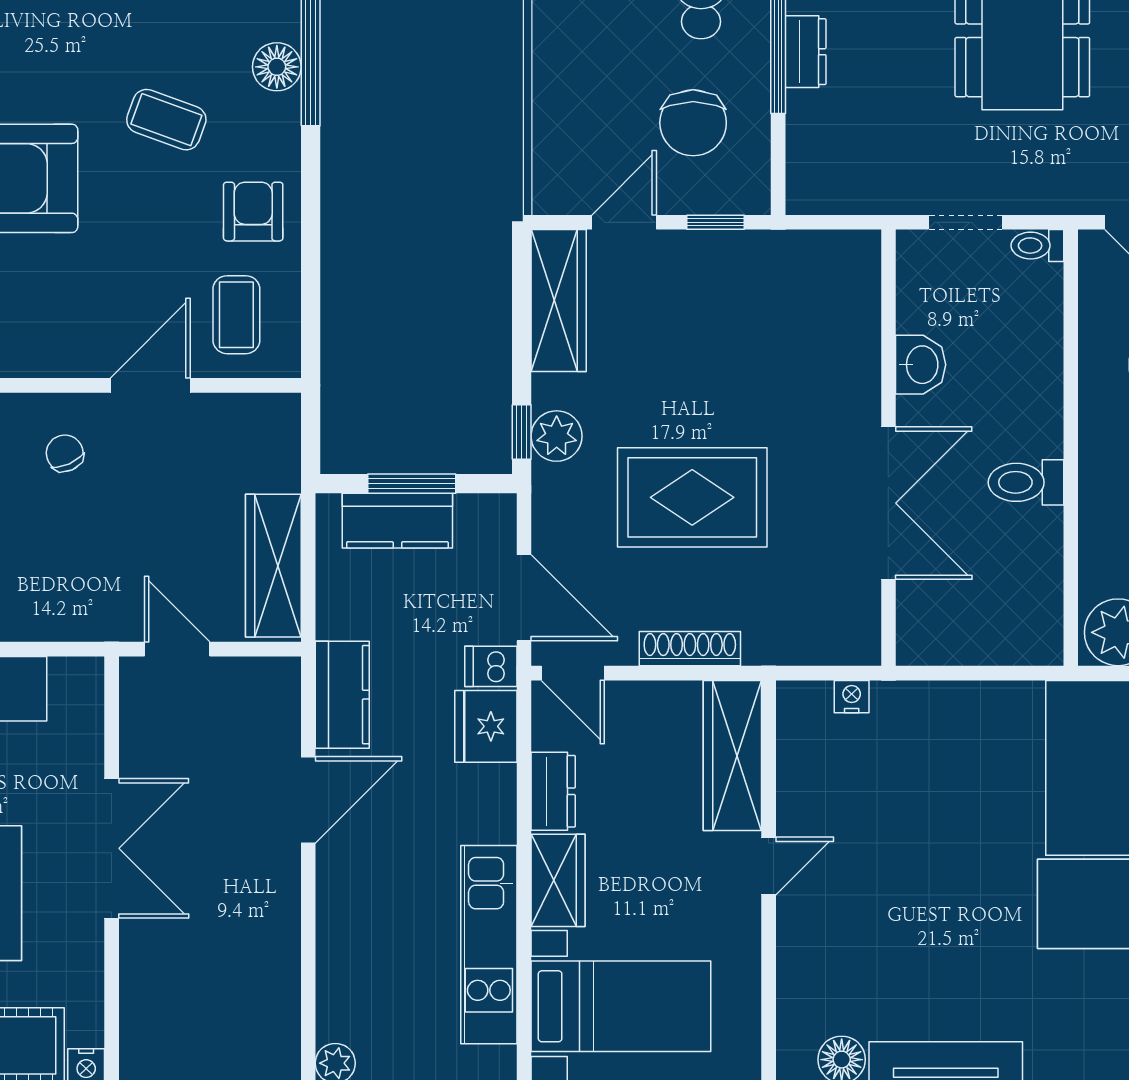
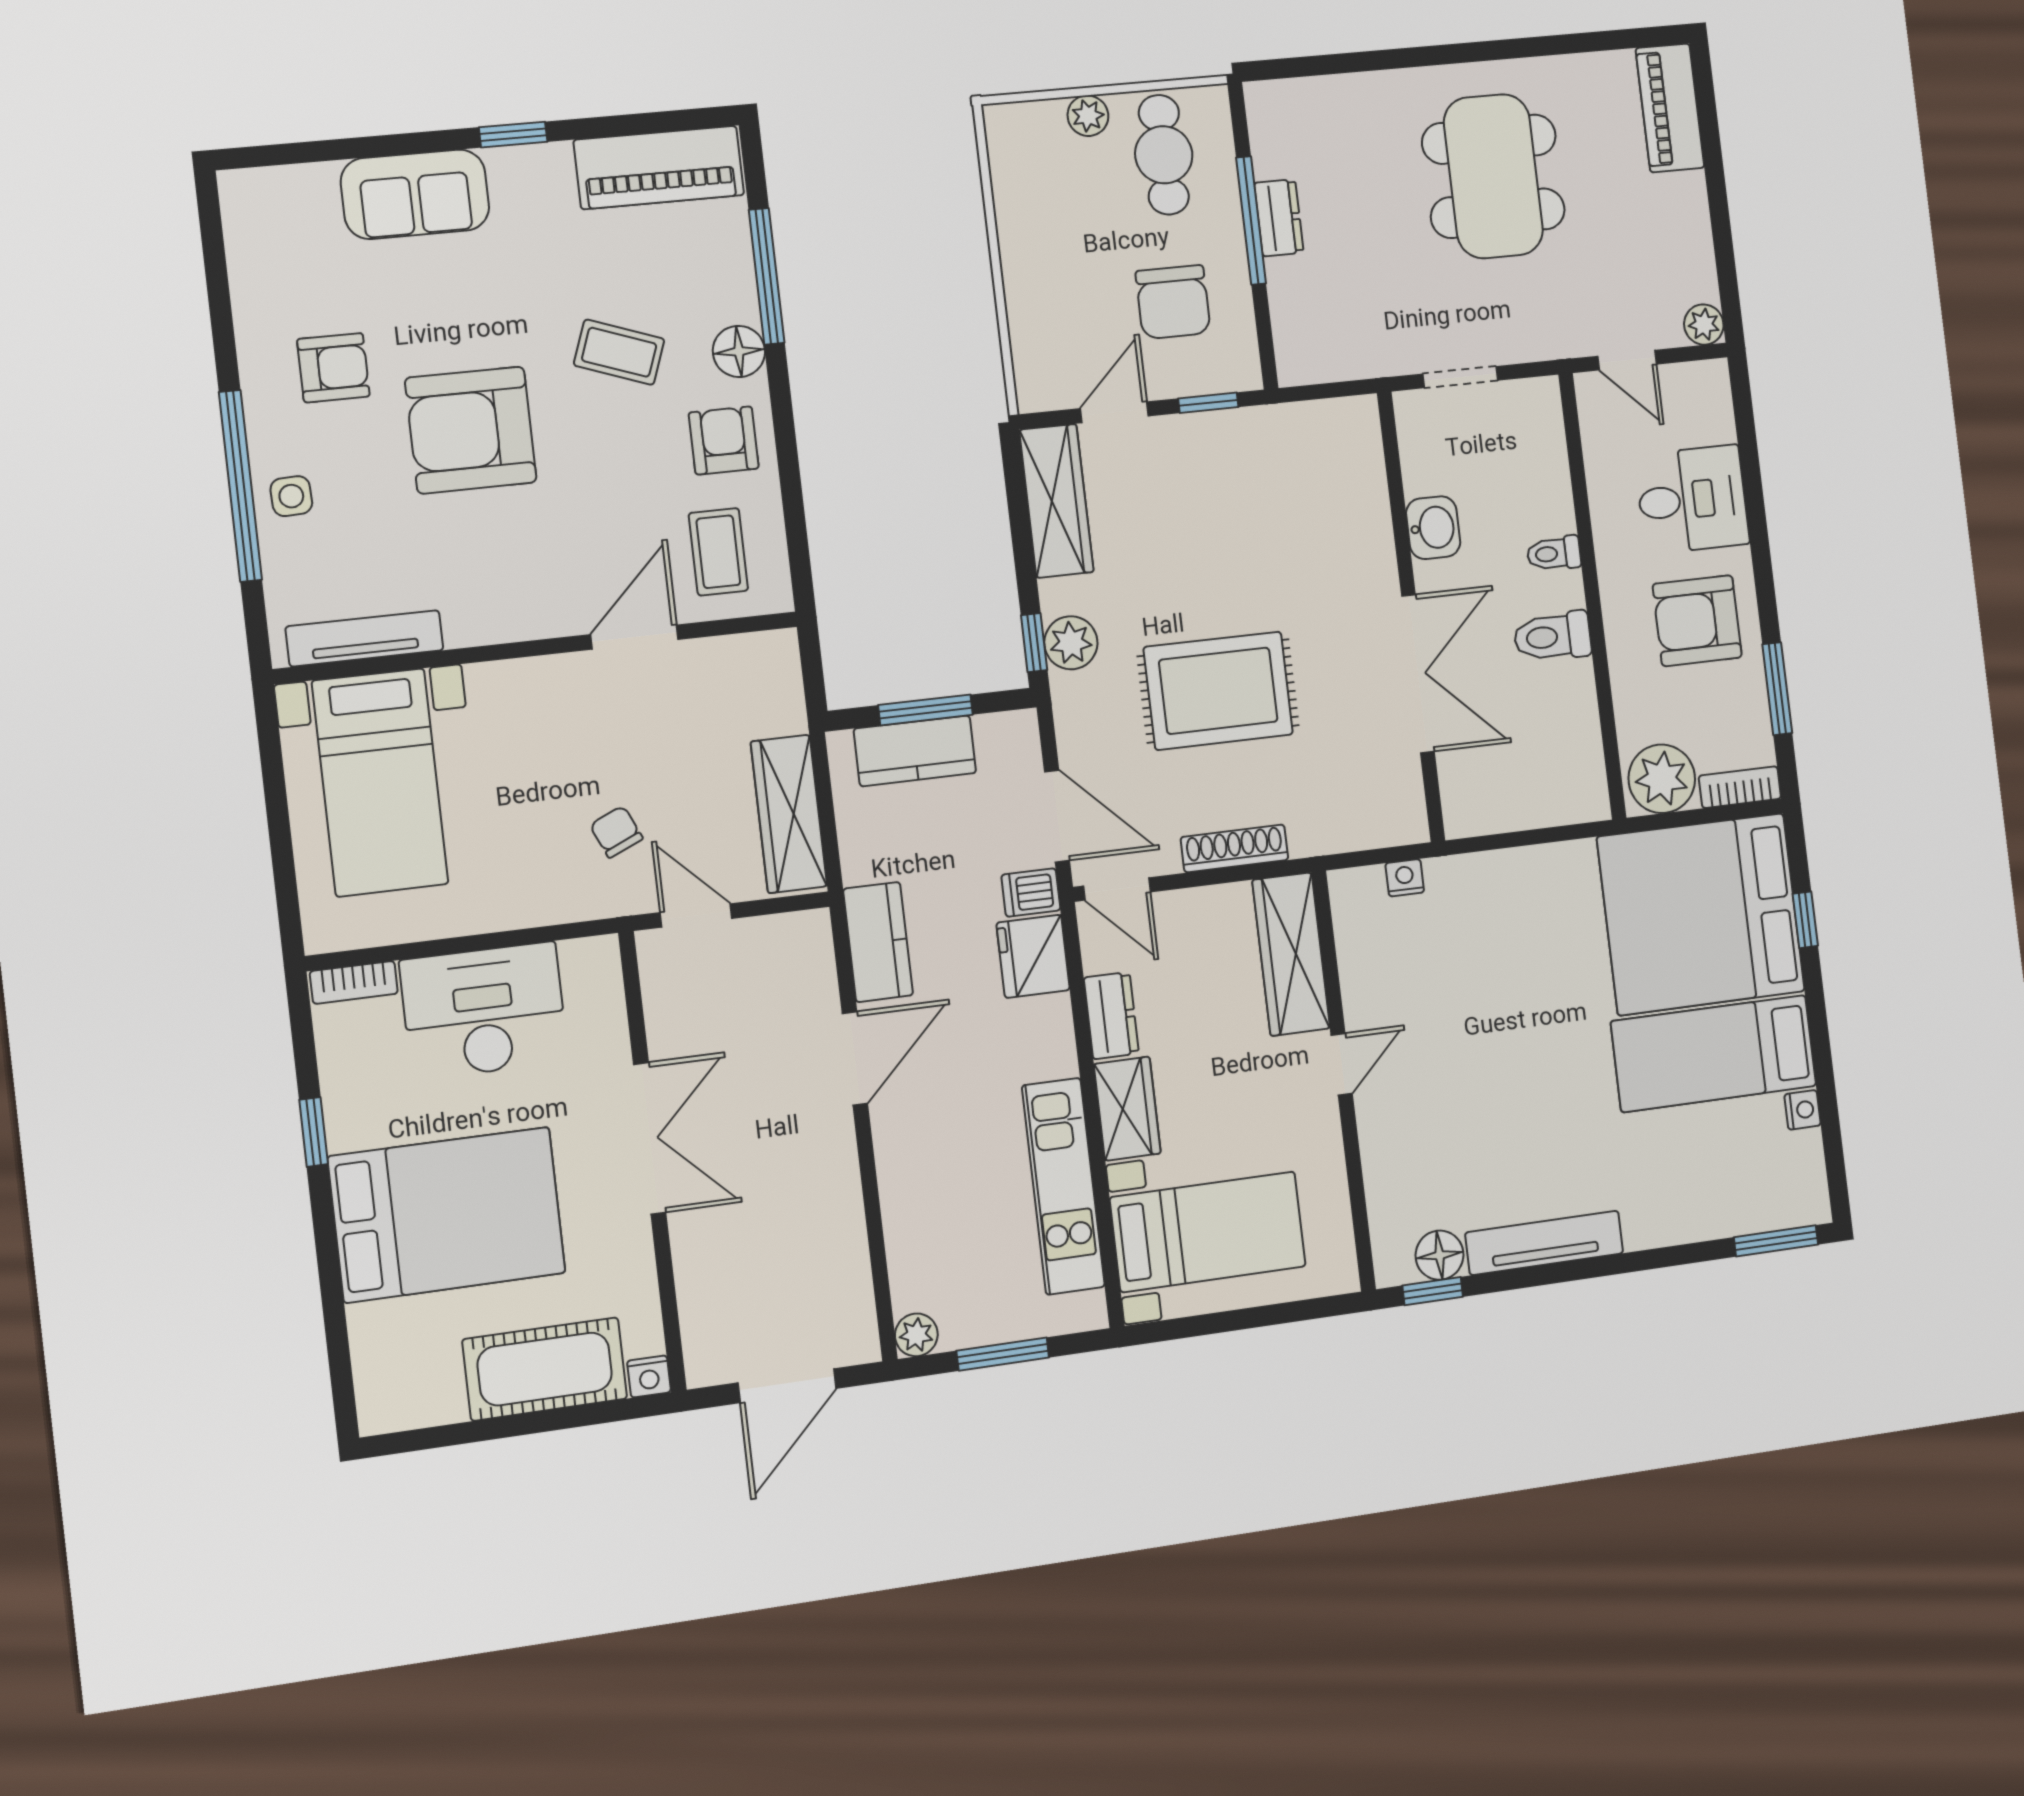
floor lamp: (277, 67) -> (739, 351), moved
toilet: (1037, 246) -> (1554, 553), moved
chair: (65, 453) -> (616, 832), moved

